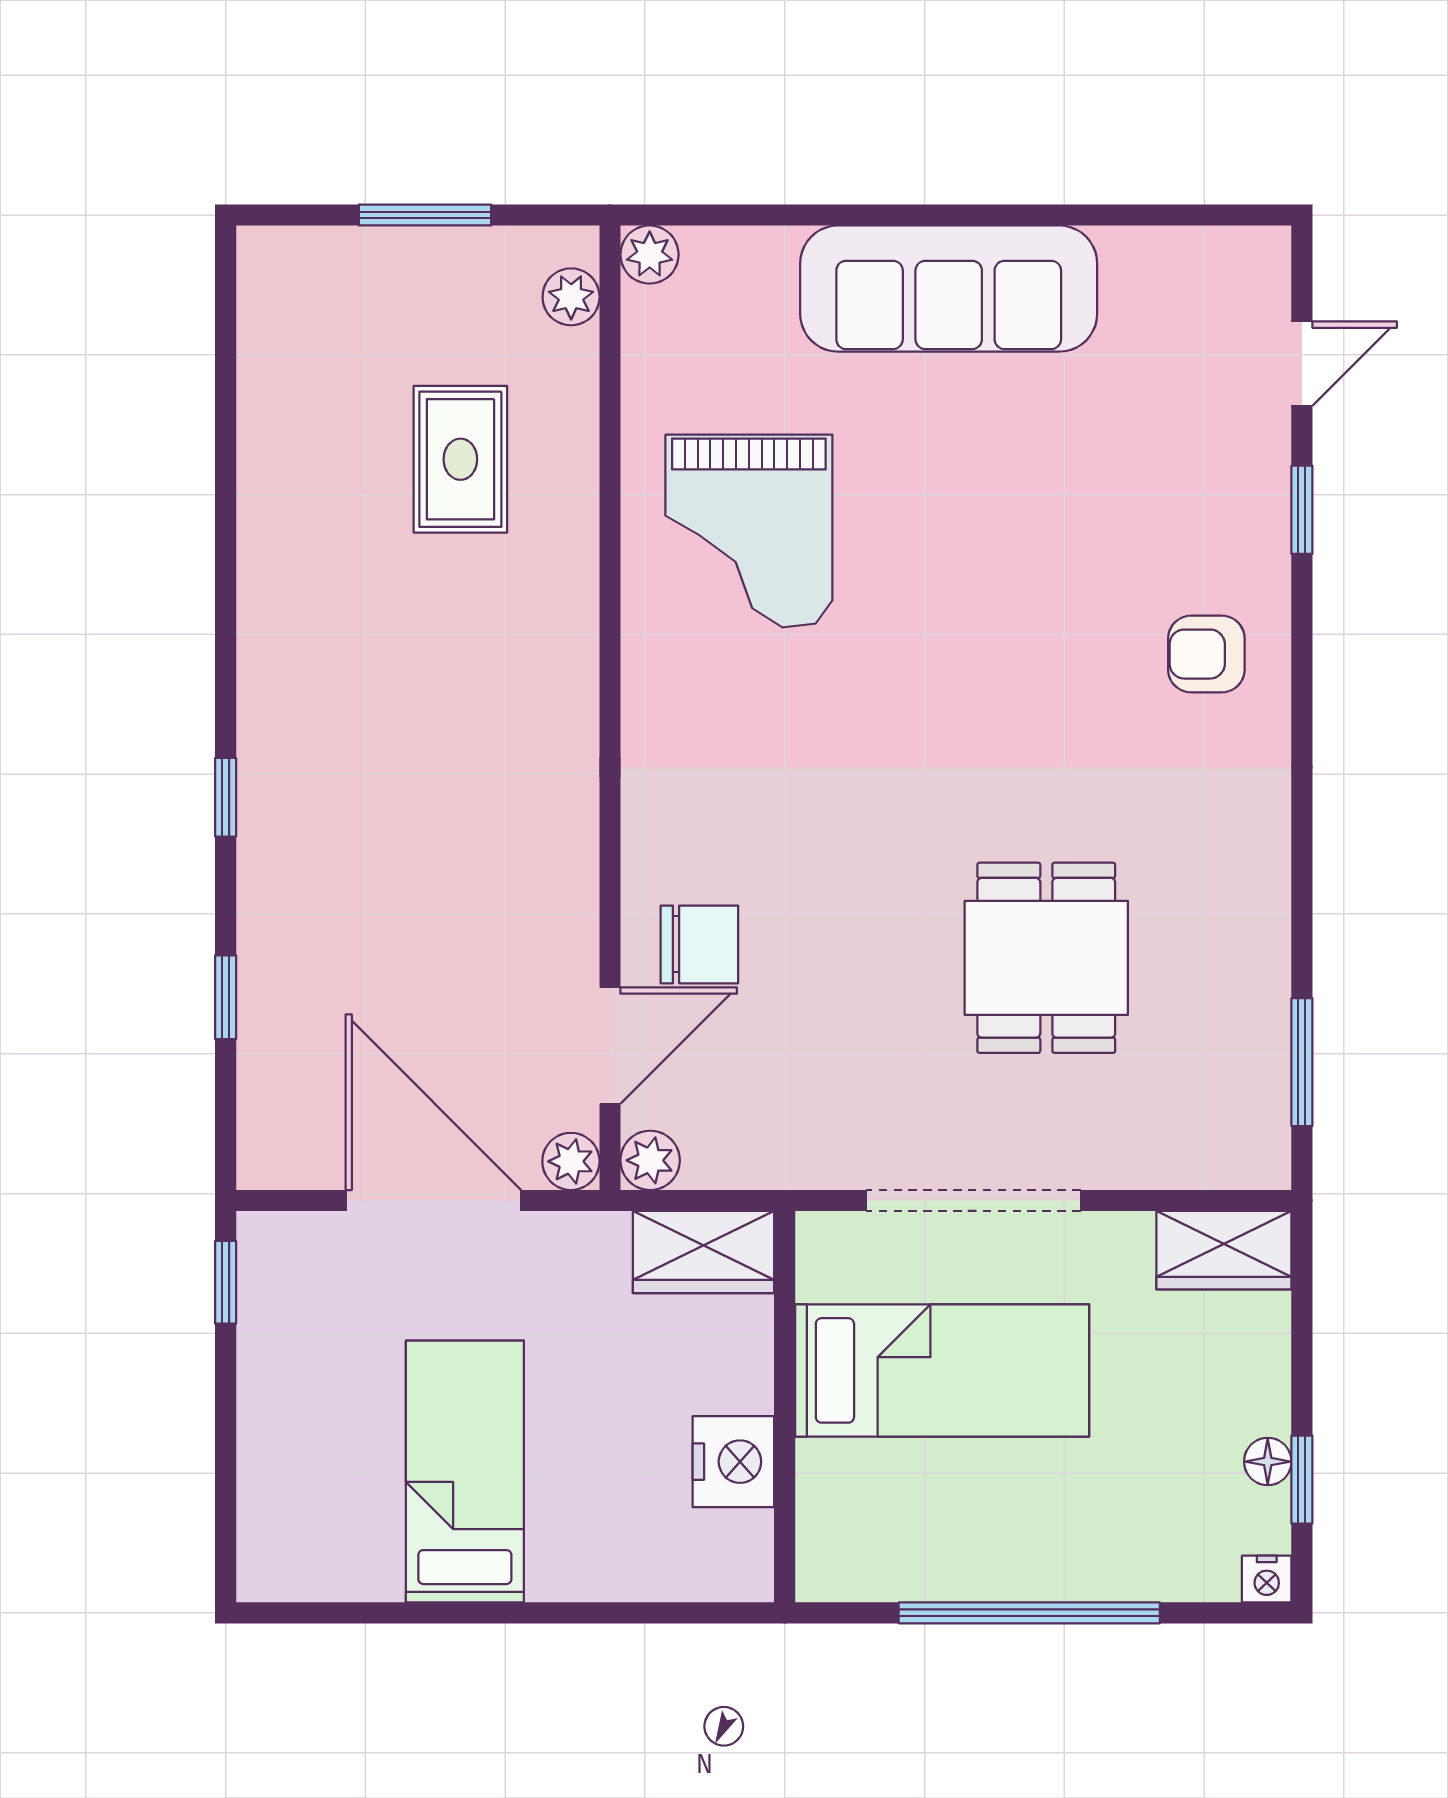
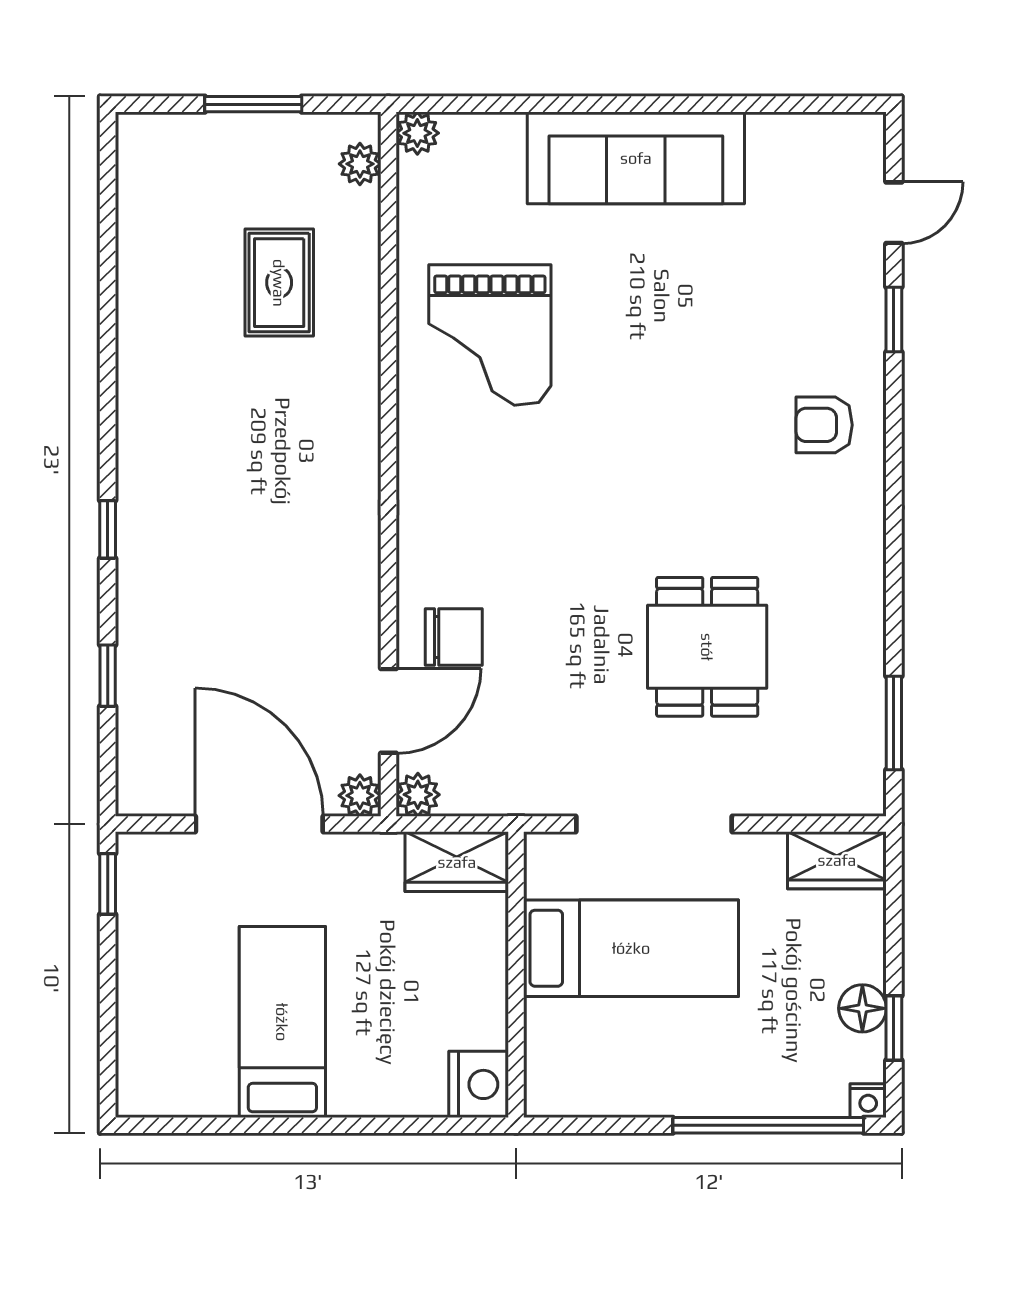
nightstand: (733, 1462) -> (479, 1084), moved
floor lamp: (1268, 1462) -> (862, 1008), width x1.37, depth x1.37
window: (1029, 1613) -> (768, 1125), moved

